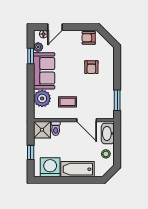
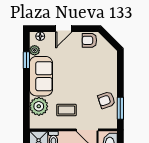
door: (55, 27) -> (64, 29), moved
armchair: (91, 67) -> (106, 100), moved, turned 71

